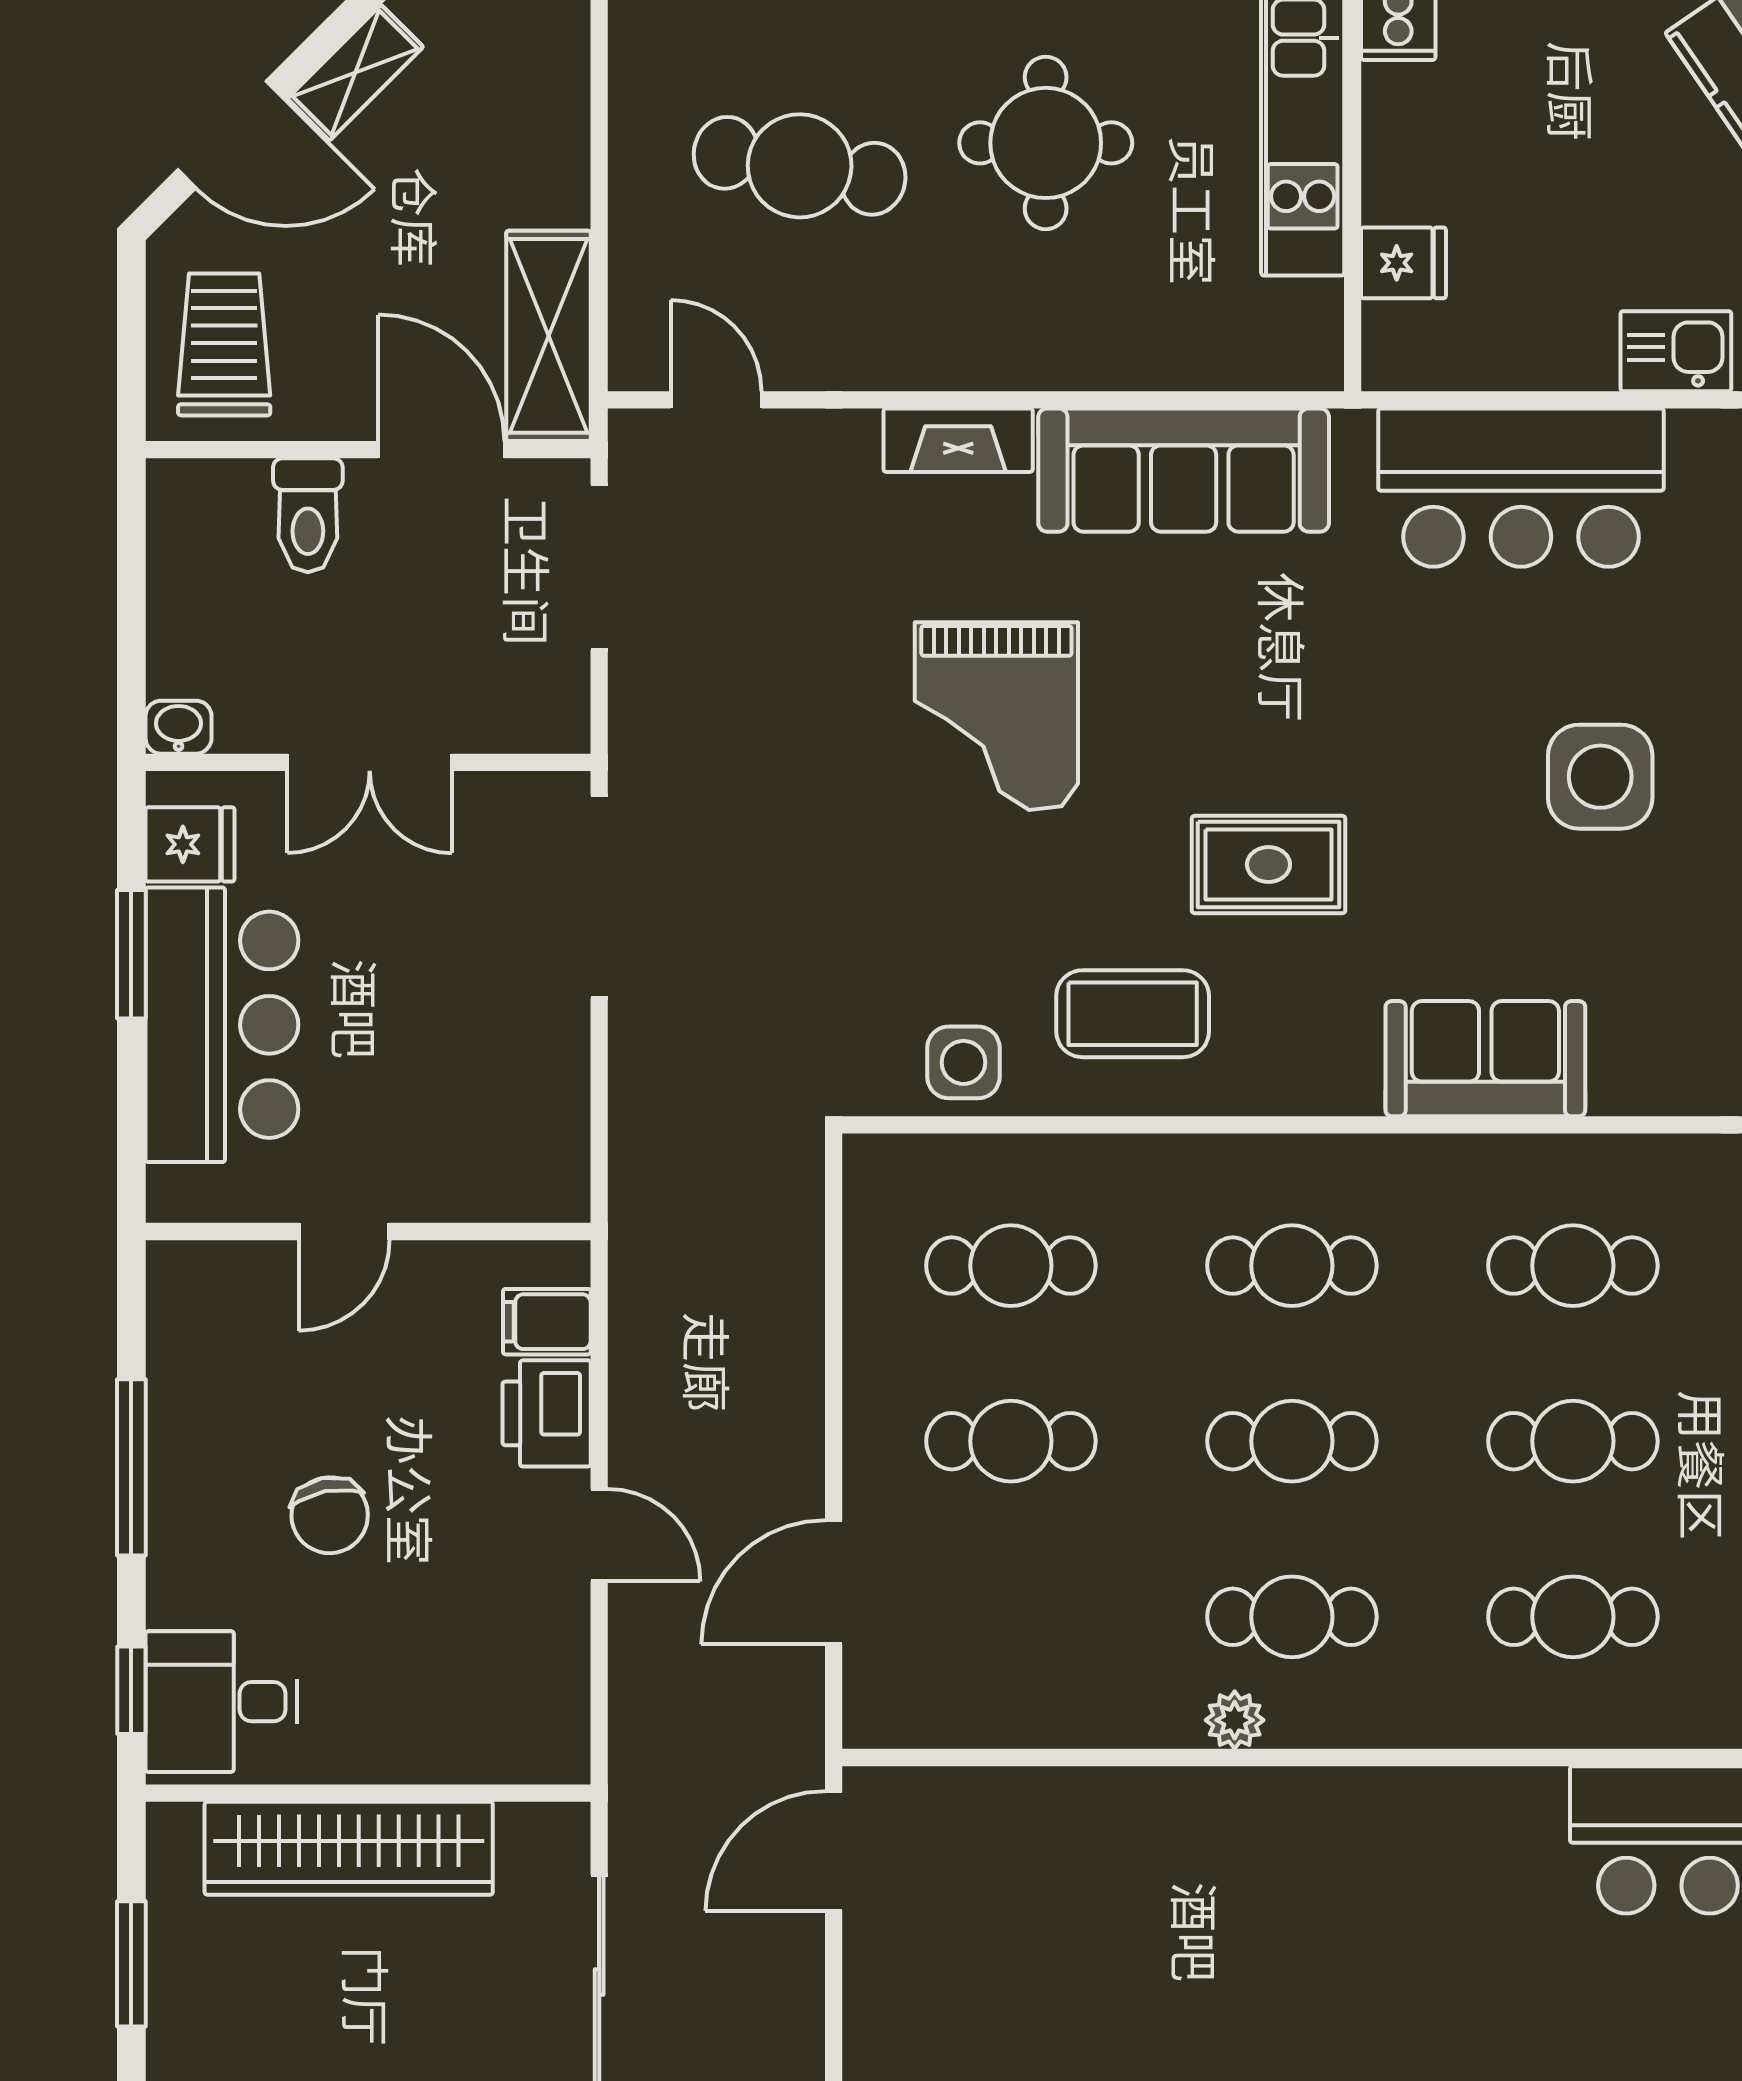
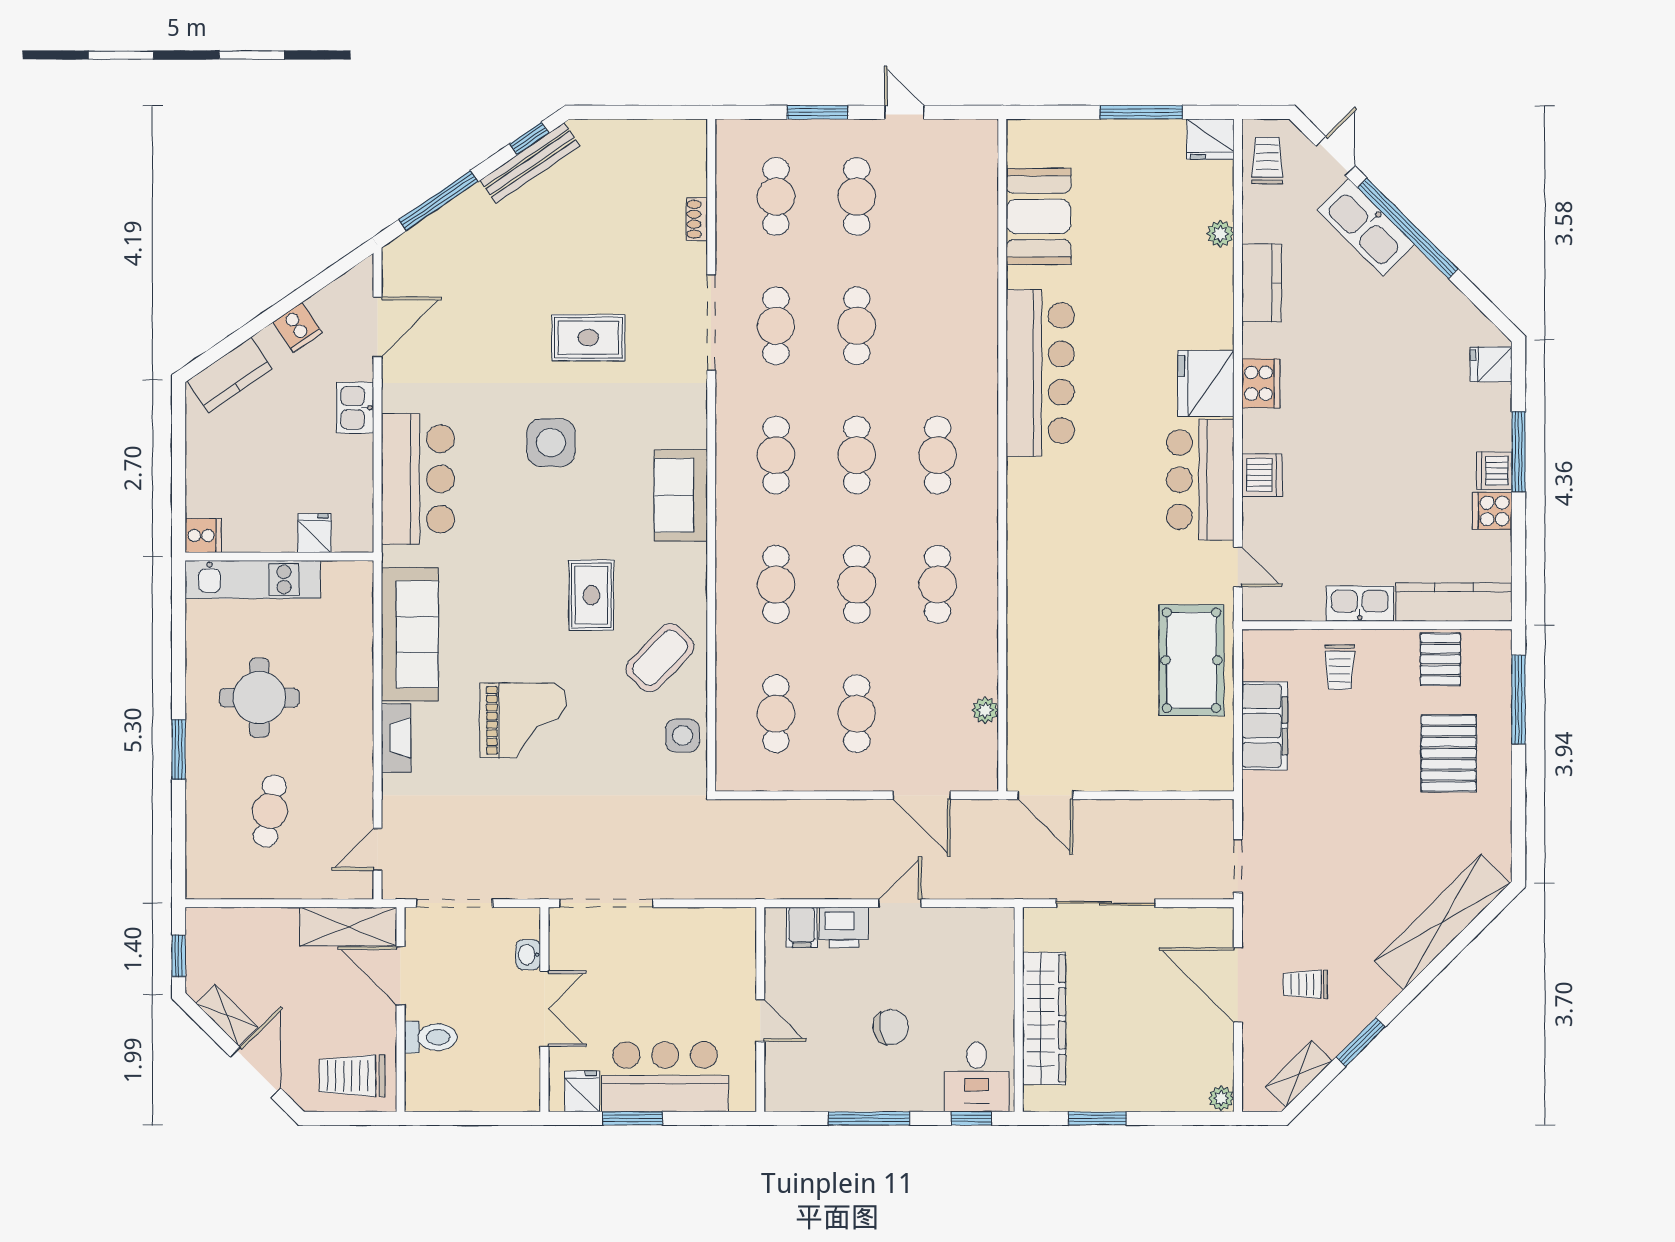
cafe table: (800, 166) -> (270, 811), width x0.73, depth x0.74
door: (441, 450) -> (400, 976), hinge flipped
washbasin: (179, 727) -> (528, 955), moved
coffee table: (1133, 1014) -> (660, 658), turned 44
plant: (1235, 1720) -> (985, 710), moved

